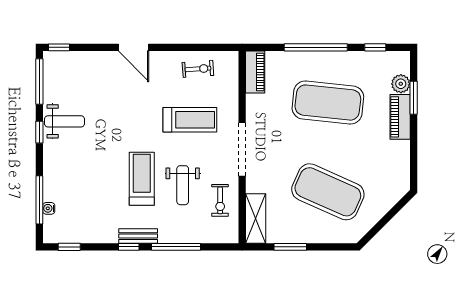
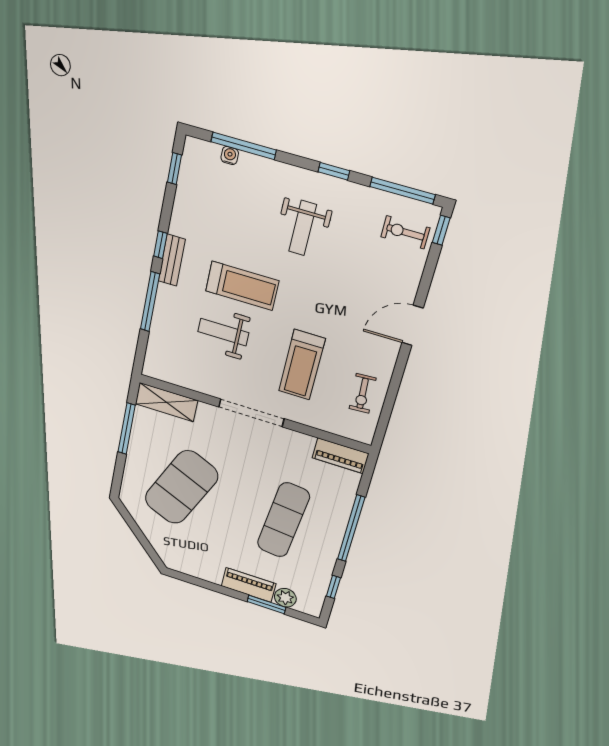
exercise mat: (328, 103) -> (283, 520), width x0.68
weight bench: (65, 121) -> (303, 228), moved
exercise bike: (220, 200) -> (405, 232), moved
window: (290, 247) -> (127, 429), width x1.44

